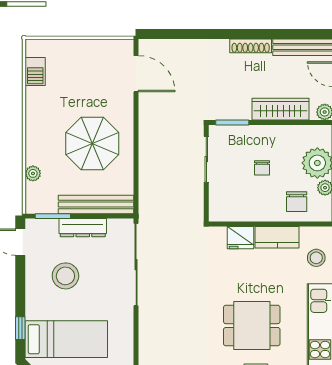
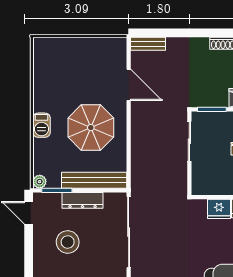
bench: (158, 47) -> (148, 44), added
barbecue: (35, 71) -> (42, 125), moved
door: (136, 74) -> (129, 85), moved
plant: (33, 173) -> (40, 182), moved

